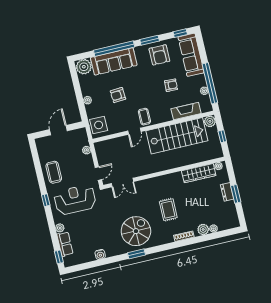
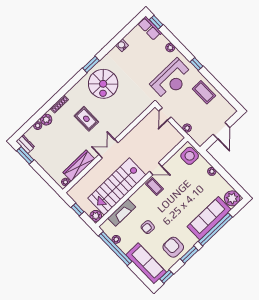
armchair: (118, 95) -> (188, 191), removed
door: (134, 131) -> (156, 169), swing flipped
double door: (122, 182) -> (108, 149), moved
dresser: (227, 192) -> (25, 144), moved
window: (236, 194) -> (25, 155), moved
row of seats: (65, 244) -> (150, 28), moved

